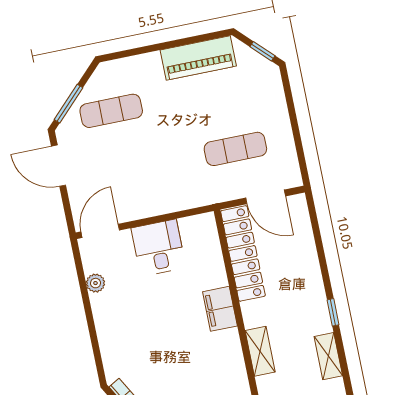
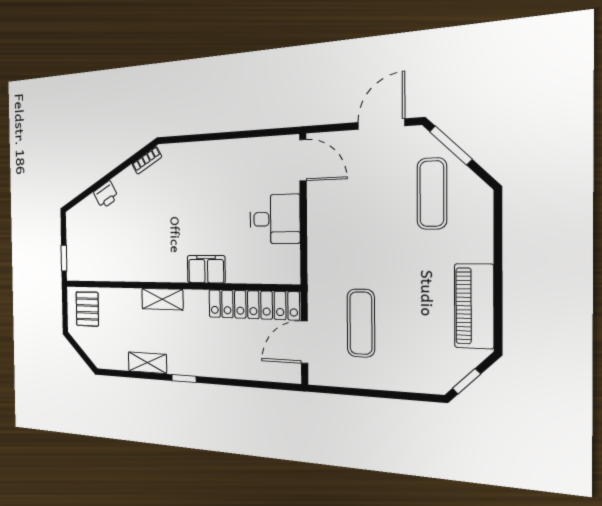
plant: (95, 283) -> (252, 147), removed

